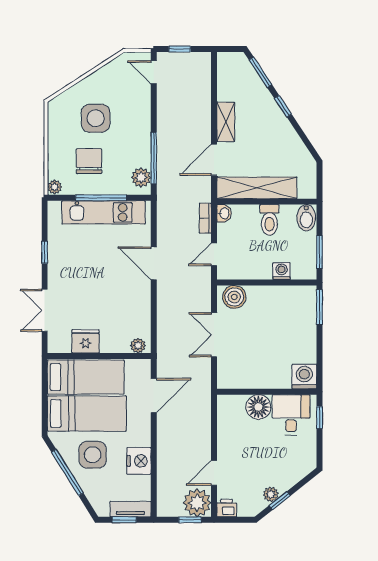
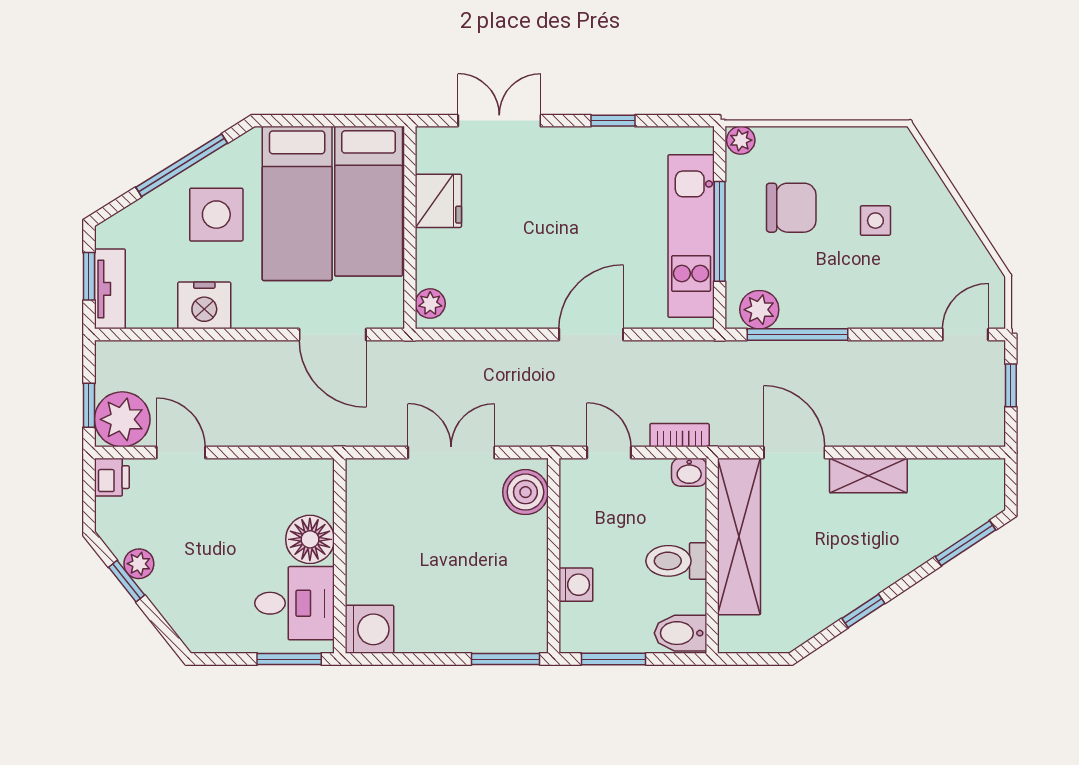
window: (283, 106) -> (863, 611), moved
side table: (96, 118) -> (875, 221), width x0.54, depth x0.54
window: (319, 418) -> (289, 659), width x1.50

